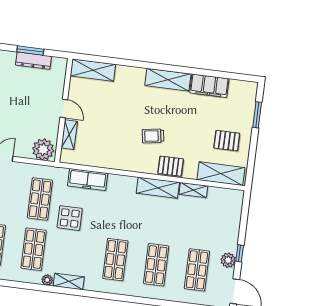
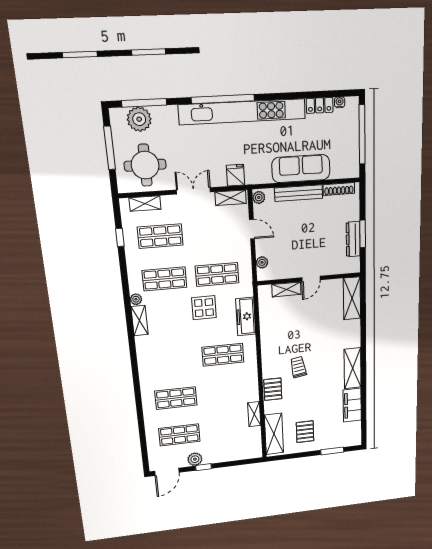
plant: (43, 149) -> (262, 262), width x0.53, depth x0.53
shelving: (158, 188) -> (250, 383), removed
shop shelf: (115, 260) -> (223, 355), moved

